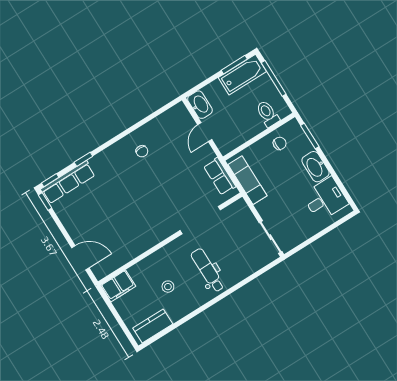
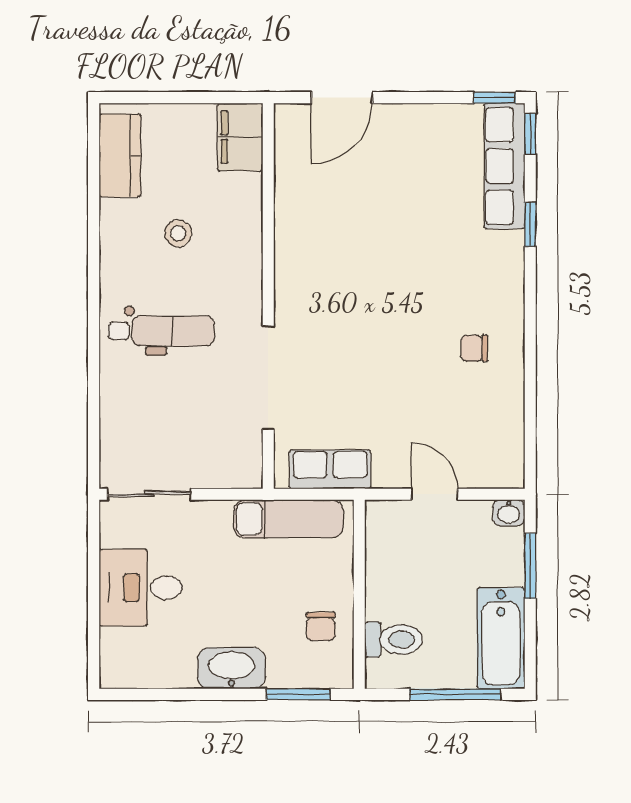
window: (234, 65) -> (530, 566), moved
washbasin: (200, 105) -> (509, 513), width x0.52, depth x0.69
desk: (325, 199) -> (141, 588), moved, turned 90

